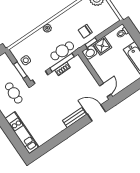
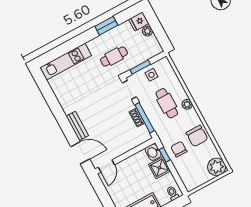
chair: (73, 17) -> (197, 136), added
cafe table: (62, 51) -> (167, 103), moved
door: (105, 90) -> (106, 166), hinge flipped
door: (97, 113) -> (80, 153), hinge flipped

